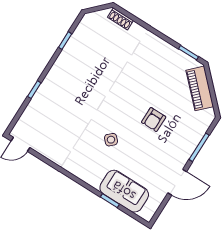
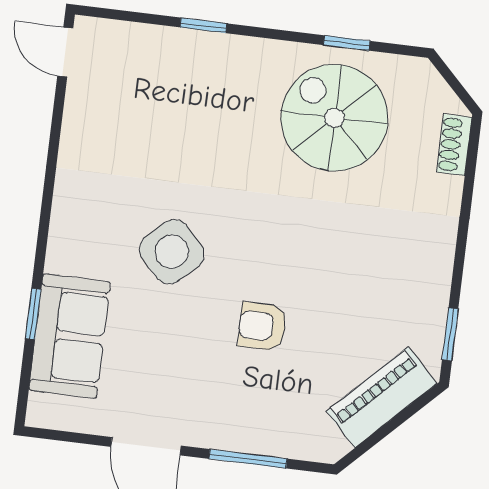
spiral stairs: (90, 58) -> (334, 118), added
side table: (111, 140) -> (172, 252), width x1.87, depth x1.87

